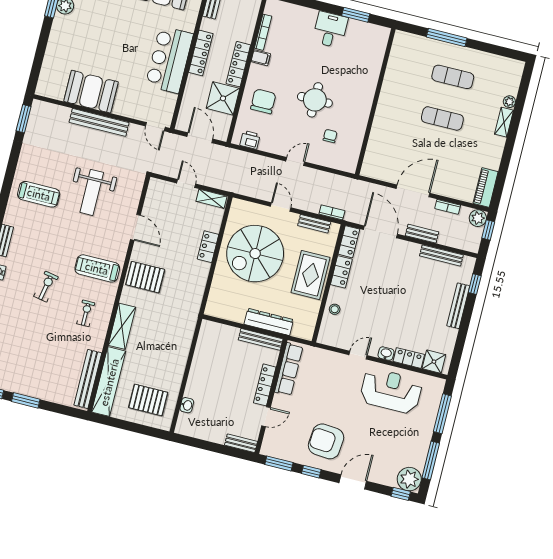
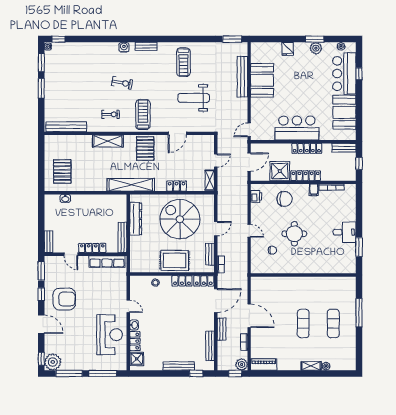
fridge: (56, 45) -> (288, 49), added
bench: (99, 122) -> (242, 77), moved
dresser: (269, 322) -> (136, 219), moved
shelving: (109, 382) -> (131, 185), moved
armchair: (326, 441) -> (64, 299), turned 85

